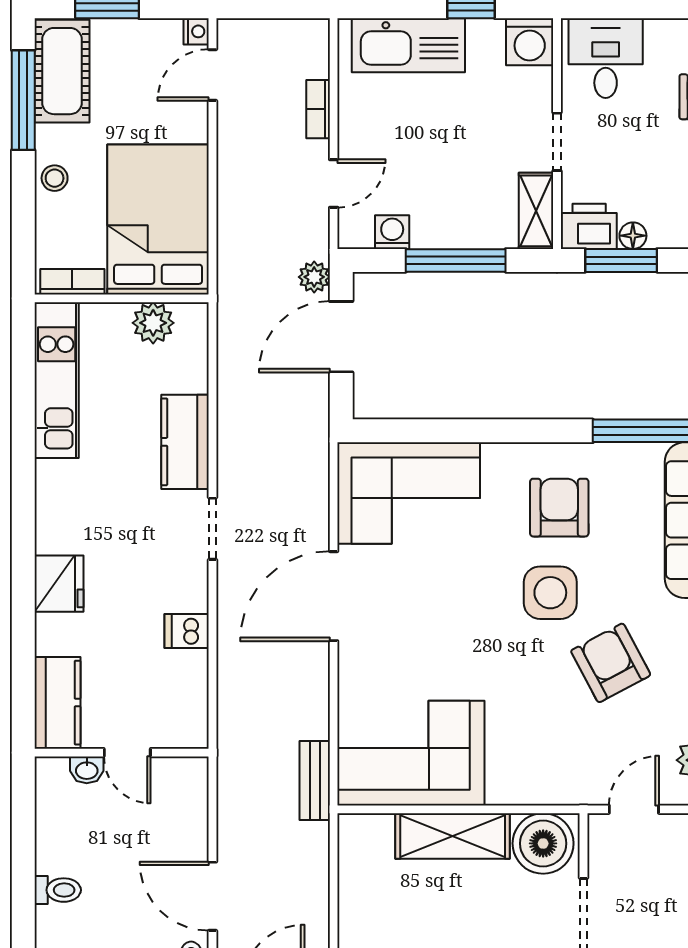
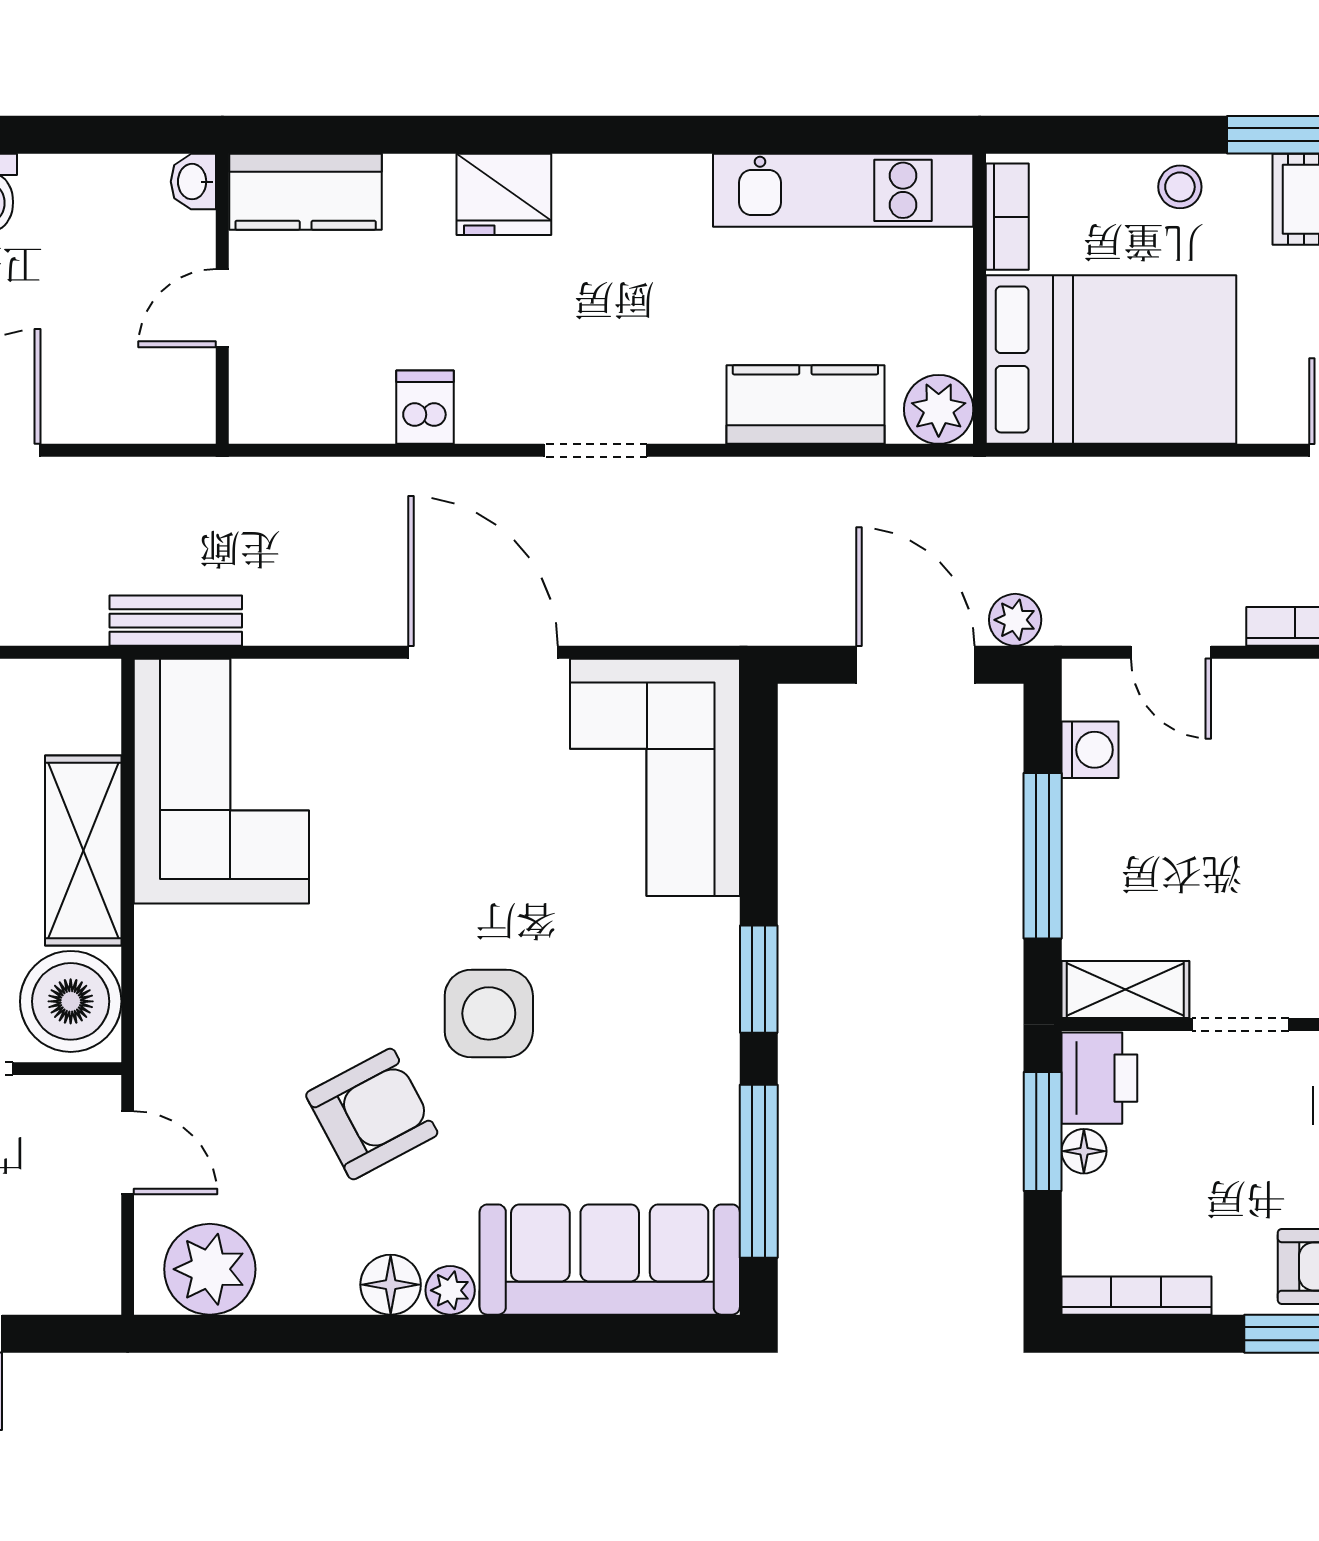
plant: (153, 323) -> (939, 409), moved
window: (530, 431) -> (759, 979), added
kitchen counter: (185, 442) -> (805, 405), moved
armchair: (559, 508) -> (631, 1028), removed
washbasin: (87, 770) -> (193, 182), moved

